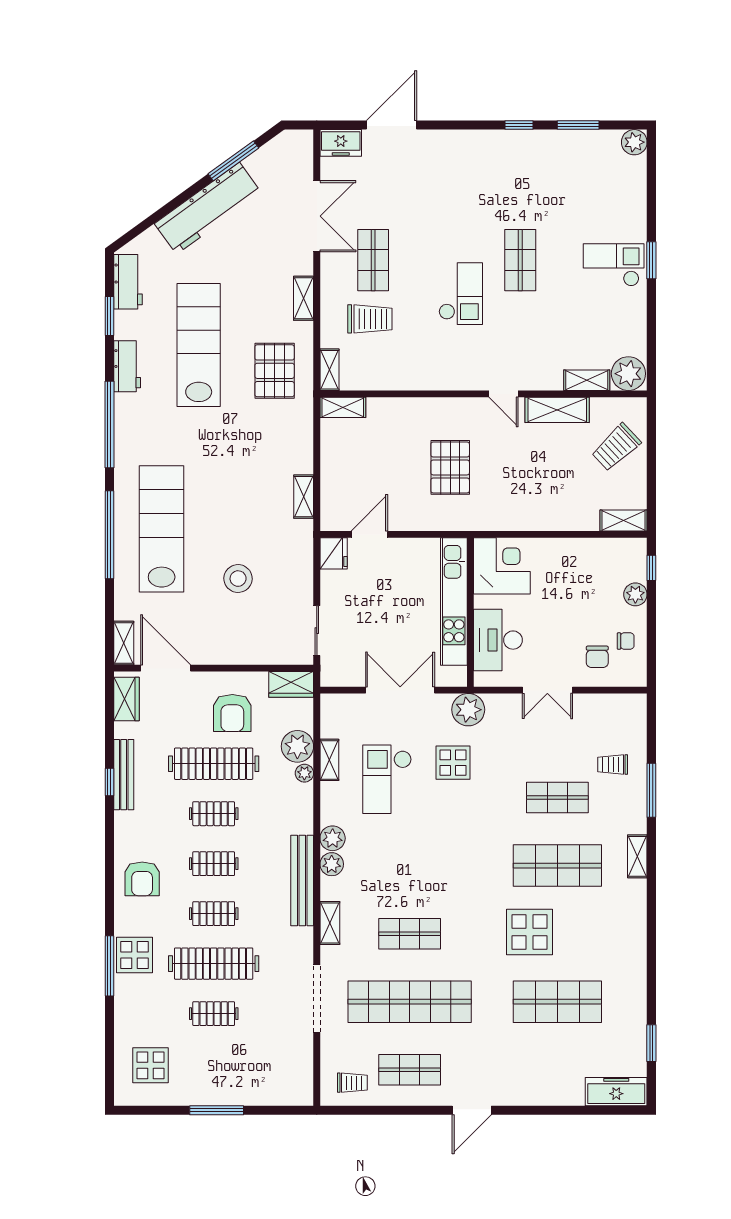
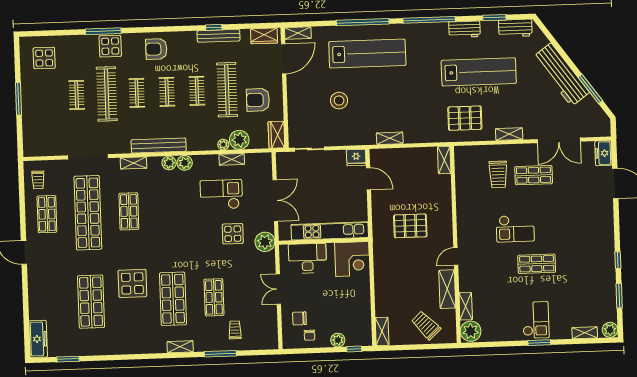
shelving: (329, 370) -> (585, 333), moved

